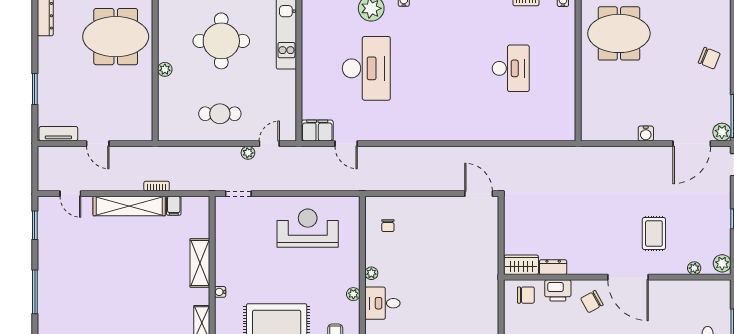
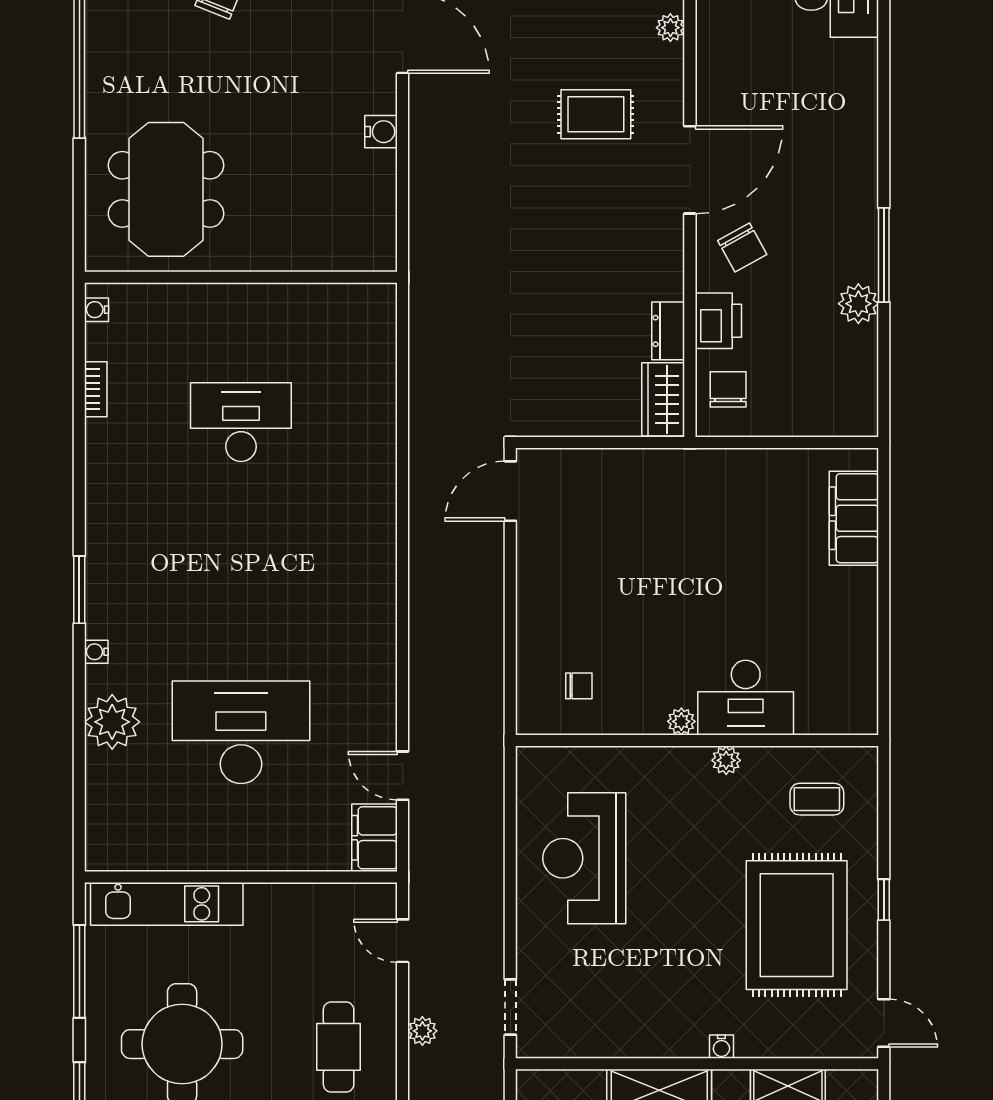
door: (346, 144) -> (403, 776), swing flipped
plant: (248, 153) -> (422, 1031), moved
desk: (382, 303) -> (746, 698), width x1.37

